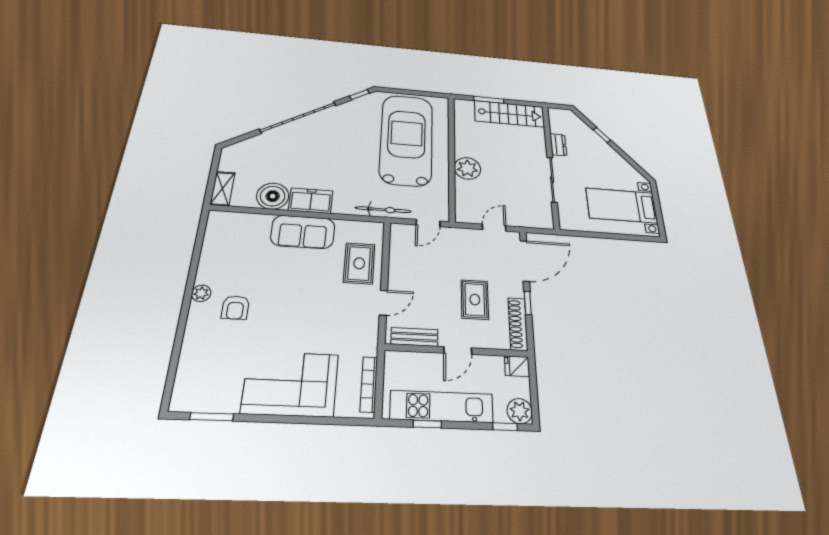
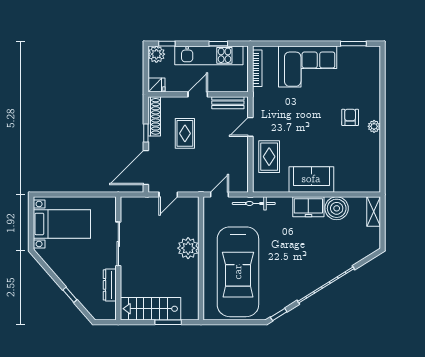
dresser: (558, 145) -> (110, 285), width x1.44

